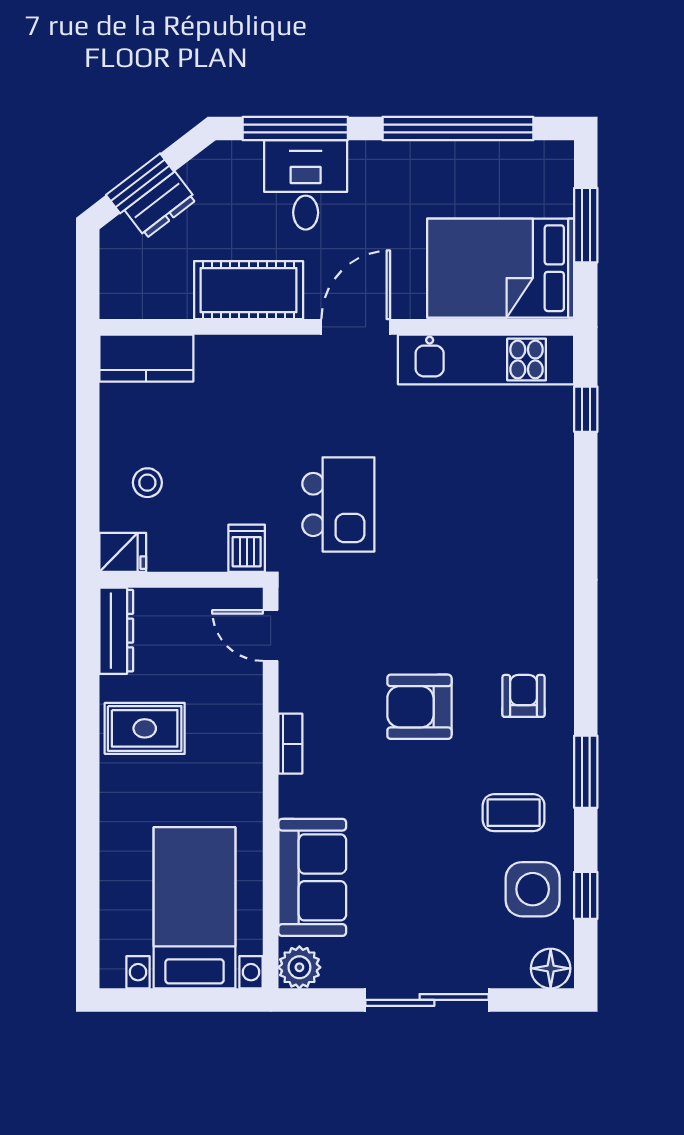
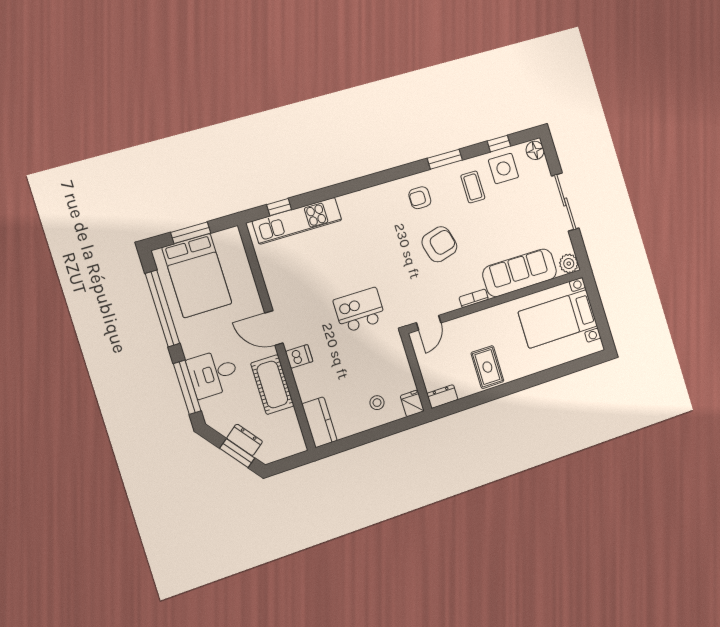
bed: (501, 268) -> (197, 276), moved
kitchen unit: (486, 359) -> (297, 221), moved, turned 90
dishwasher: (247, 548) -> (299, 356), moved, turned 180
dresser: (116, 631) -> (442, 397), width x0.70
armchair: (419, 707) -> (439, 244), turned -105
sofa: (312, 877) -> (520, 273), width x1.36

